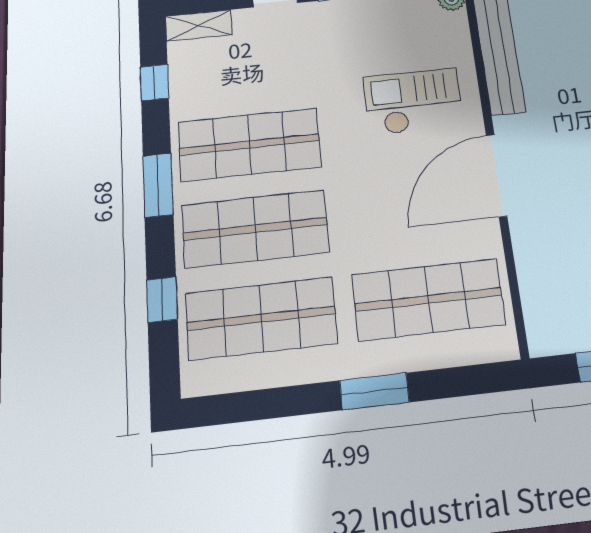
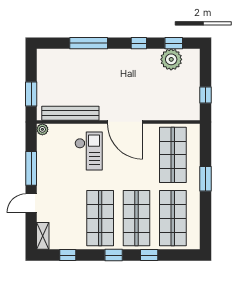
checkout: (413, 101) -> (89, 151), turned 180
window: (158, 185) -> (114, 255), width x0.67
window: (162, 300) -> (149, 255), moved

